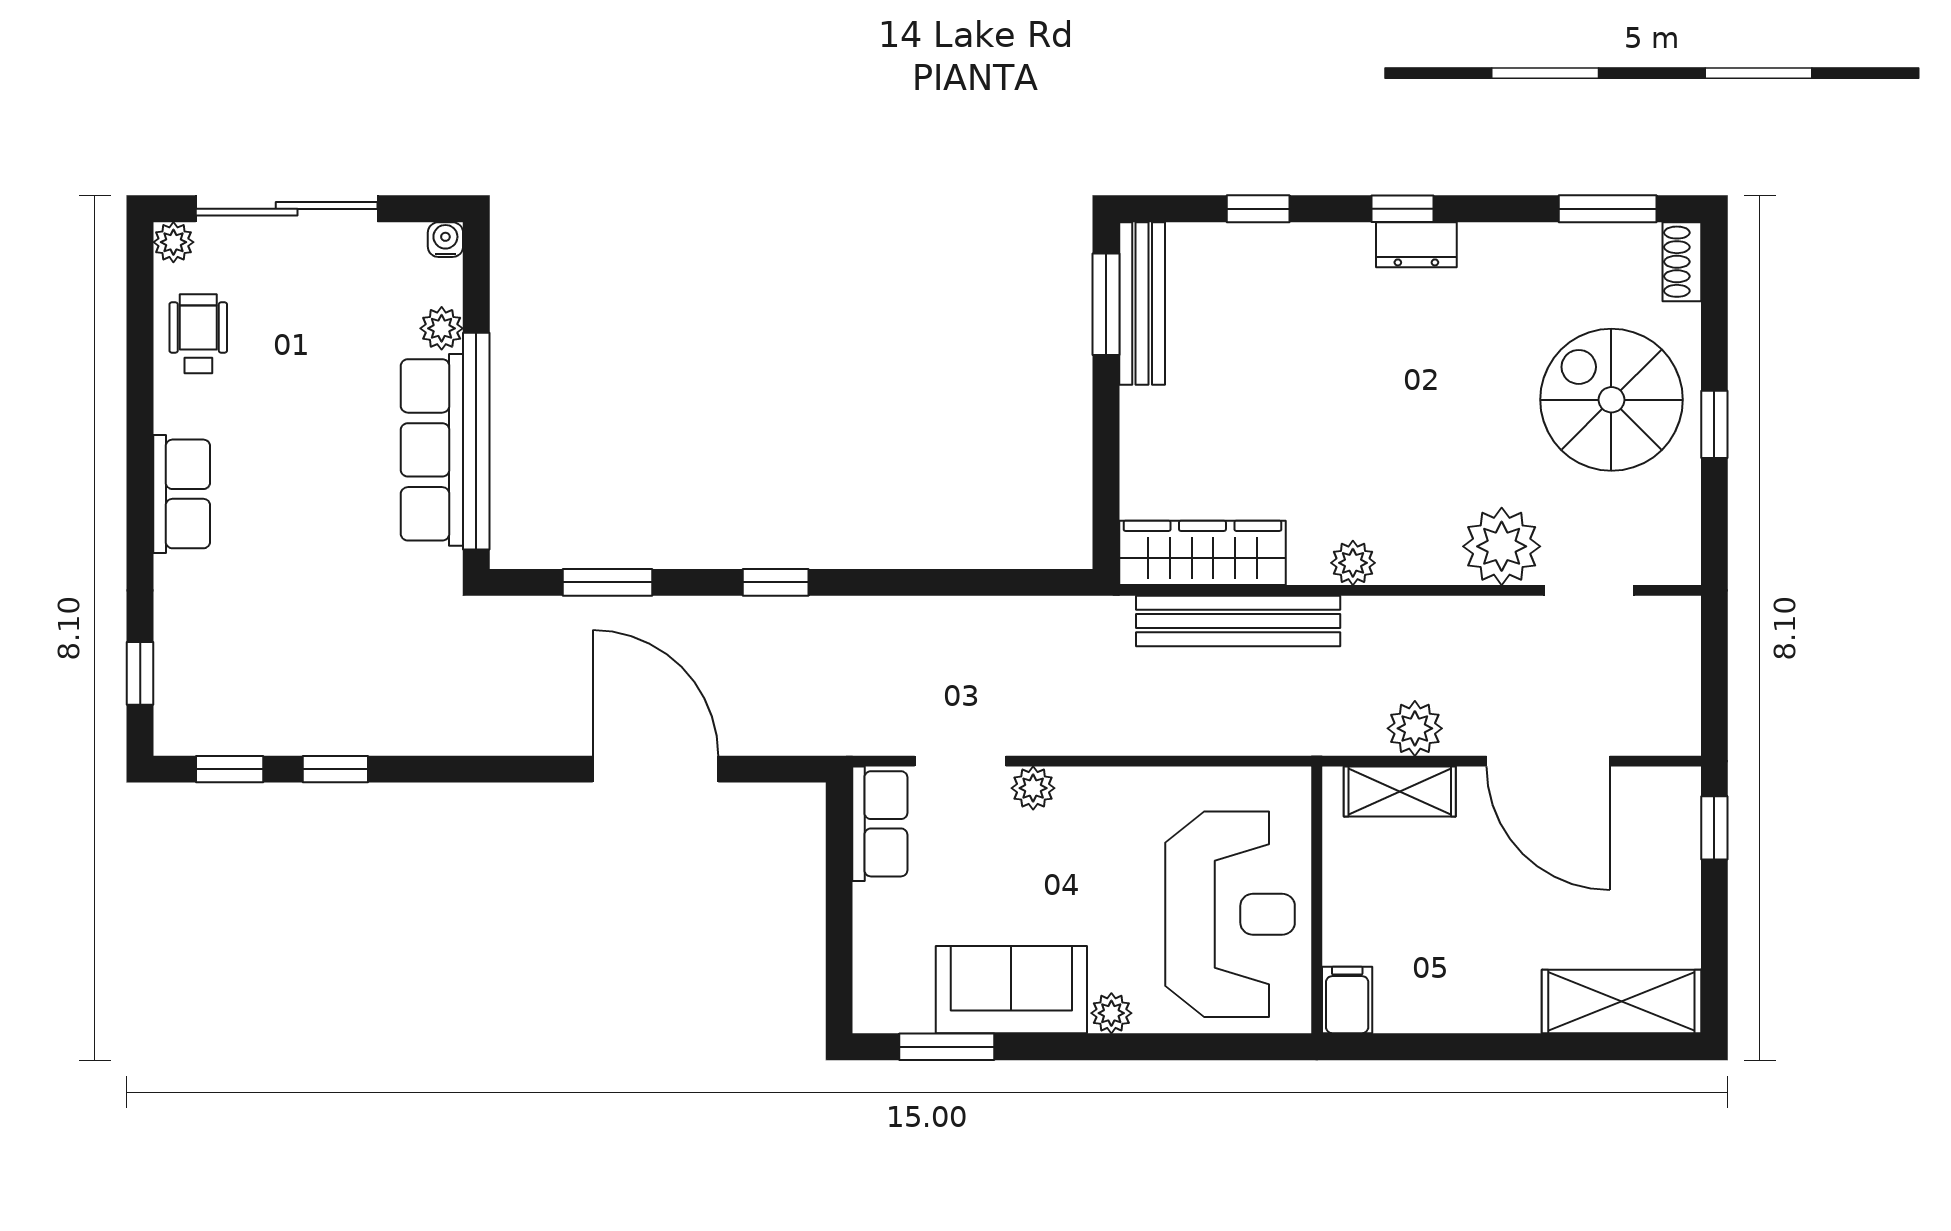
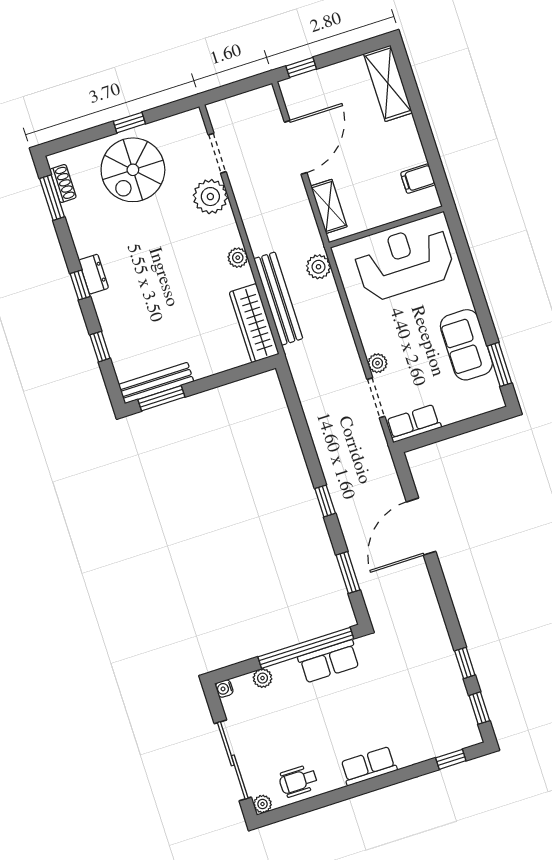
shoe rack: (1682, 262) -> (63, 183), moved, turned -90
row of seats: (432, 450) -> (329, 661), width x0.68
plant: (1415, 728) -> (319, 267), moved
filing cabinet: (1347, 1000) -> (418, 179), moved
plant: (1111, 1013) -> (463, 299), removed

